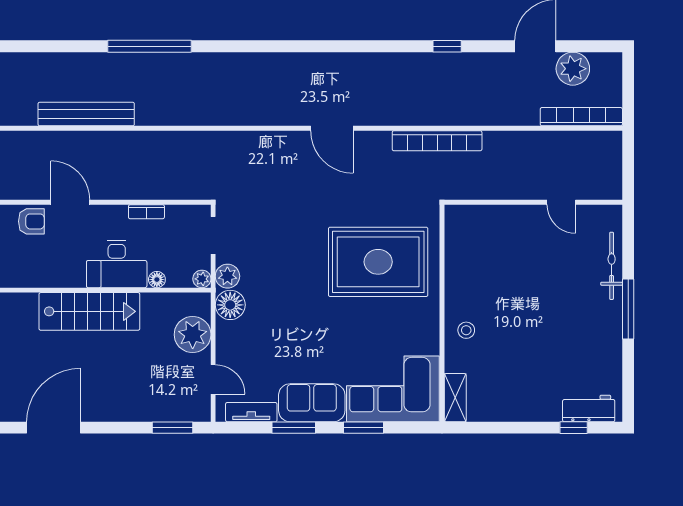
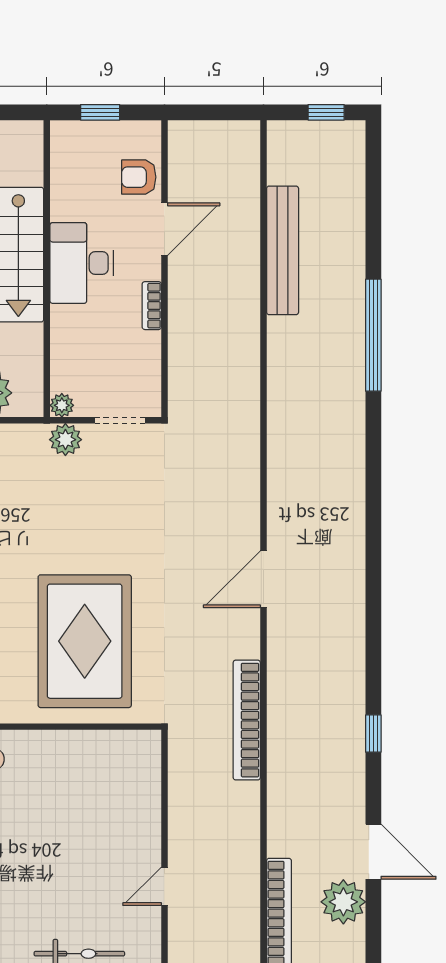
bookcase: (146, 212) -> (152, 306), moved
armchair: (31, 221) -> (139, 177), turned 90
desk: (117, 264) -> (82, 263), moved
floor lamp: (157, 280) -> (61, 345), removed
floor lamp: (230, 305) -> (27, 443), removed

